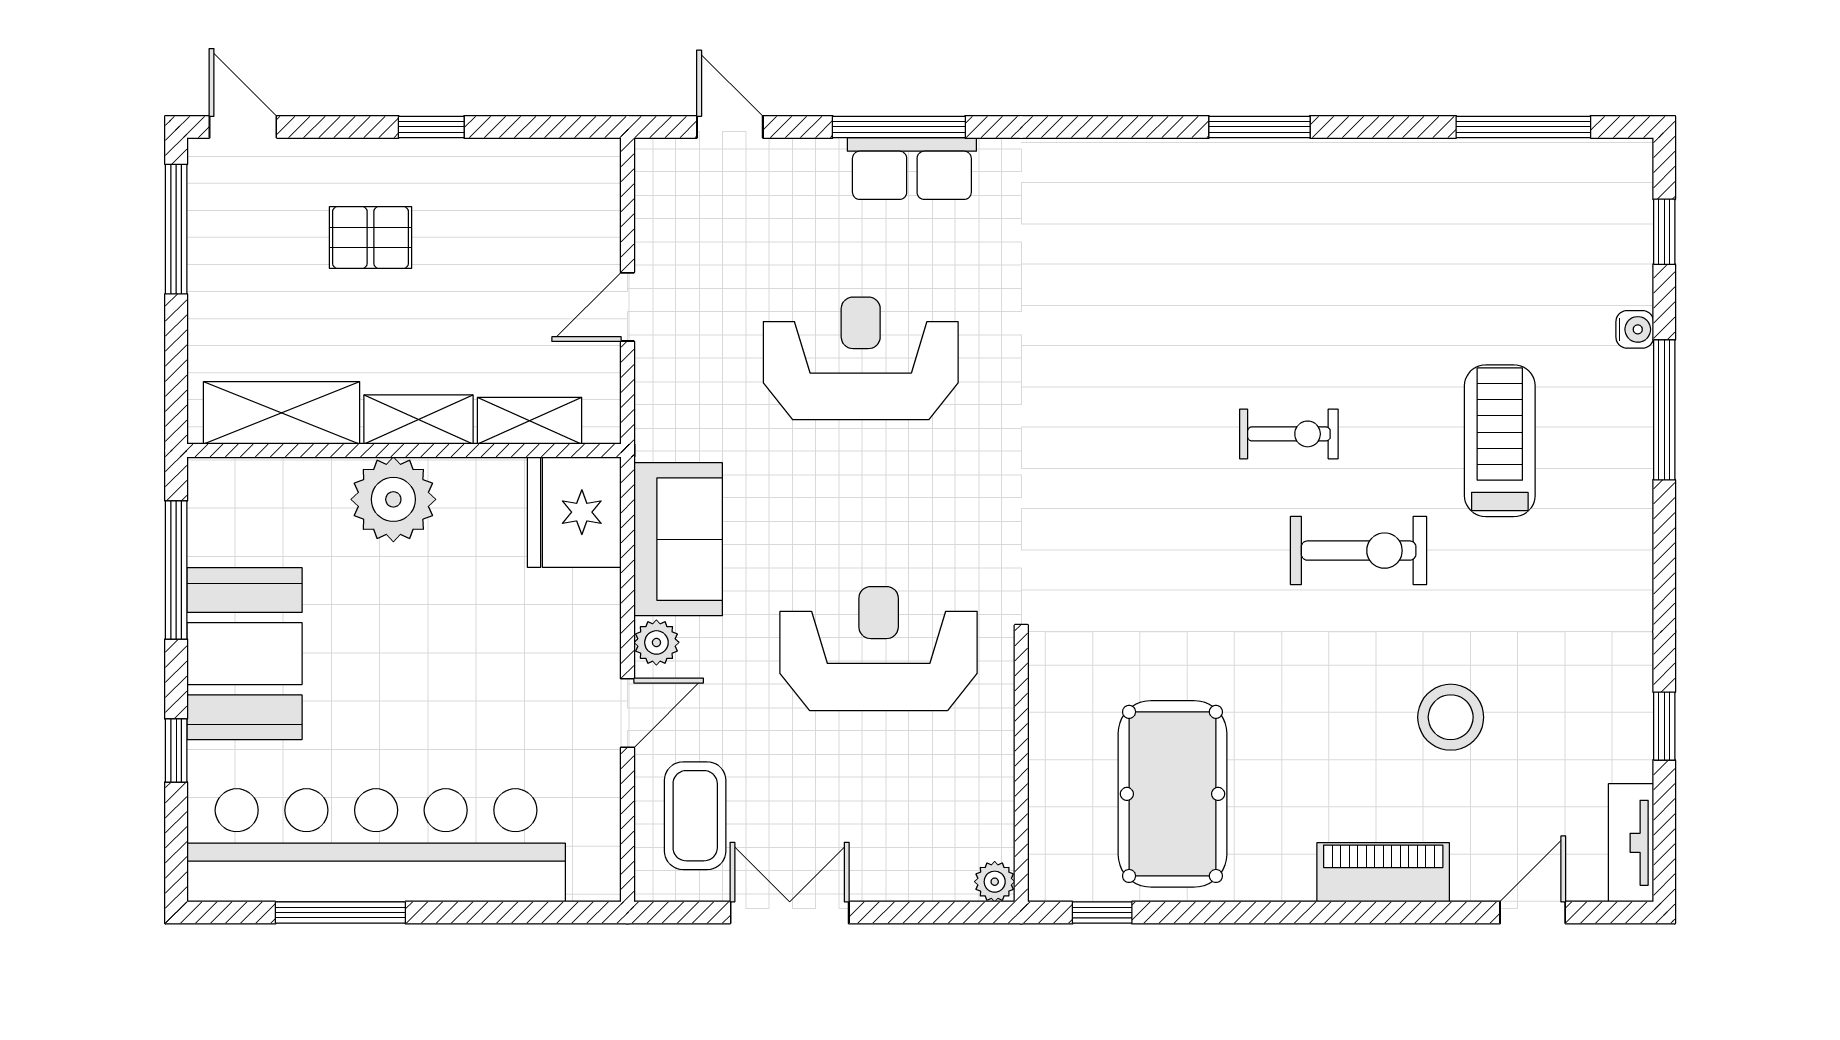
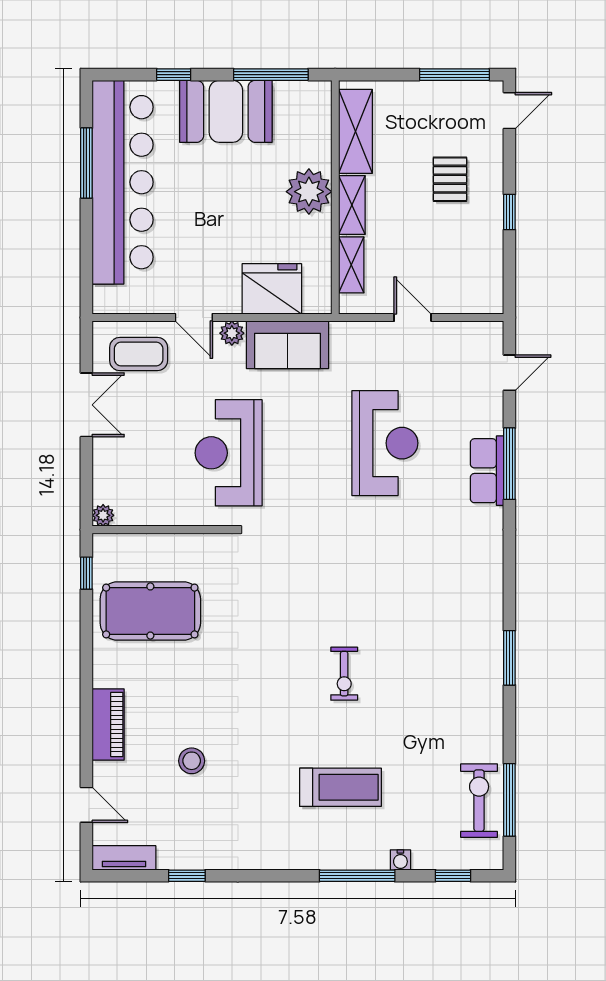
fridge: (574, 512) -> (272, 289), moved
exercise bike: (1359, 551) -> (479, 801), moved, turned 180
reception desk: (879, 649) -> (229, 453), turned 180
stool: (1451, 717) -> (192, 761), width x0.73, depth x0.73

